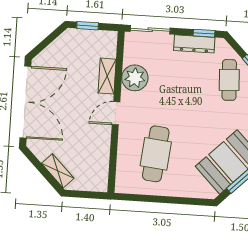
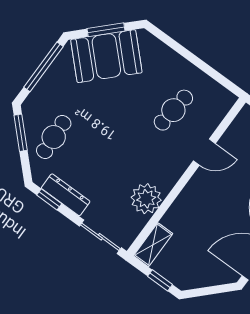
shelving: (107, 76) -> (153, 245), moved
door: (116, 113) -> (204, 152), moved
cafe table: (156, 154) -> (173, 110), width x0.73, depth x0.74

